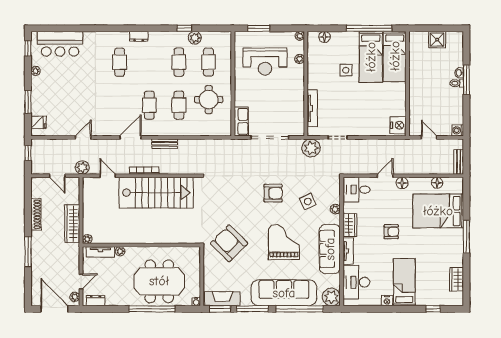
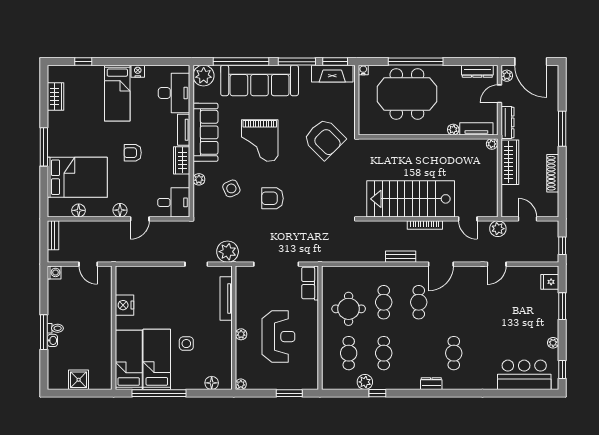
plant: (300, 59) -> (241, 334), moved
reception desk: (265, 61) -> (278, 337), moved, turned 90
nightstand: (398, 125) -> (124, 305), moved
dresser: (74, 257) -> (507, 122), added
dresser: (96, 301) -> (477, 71), width x1.44

